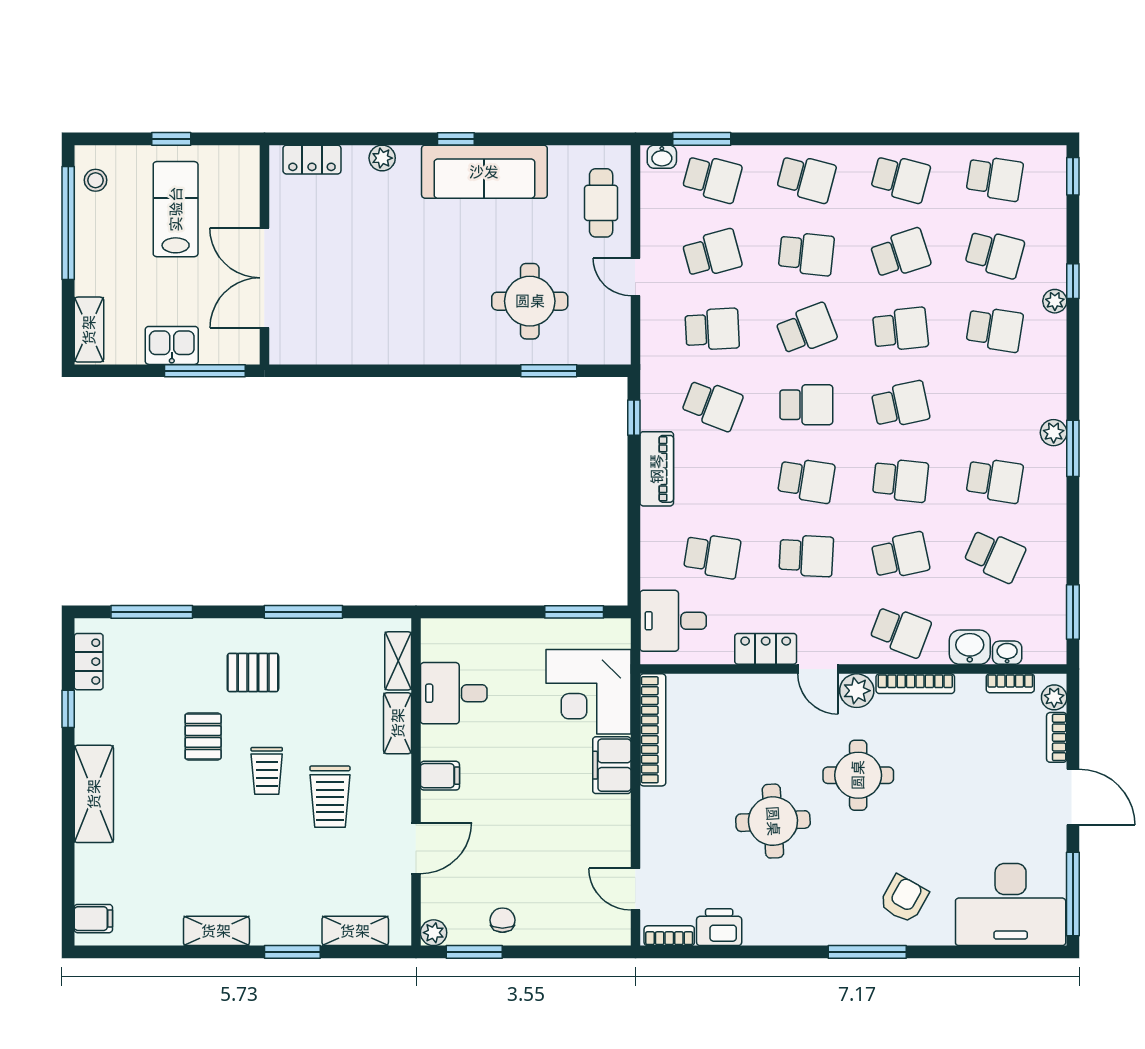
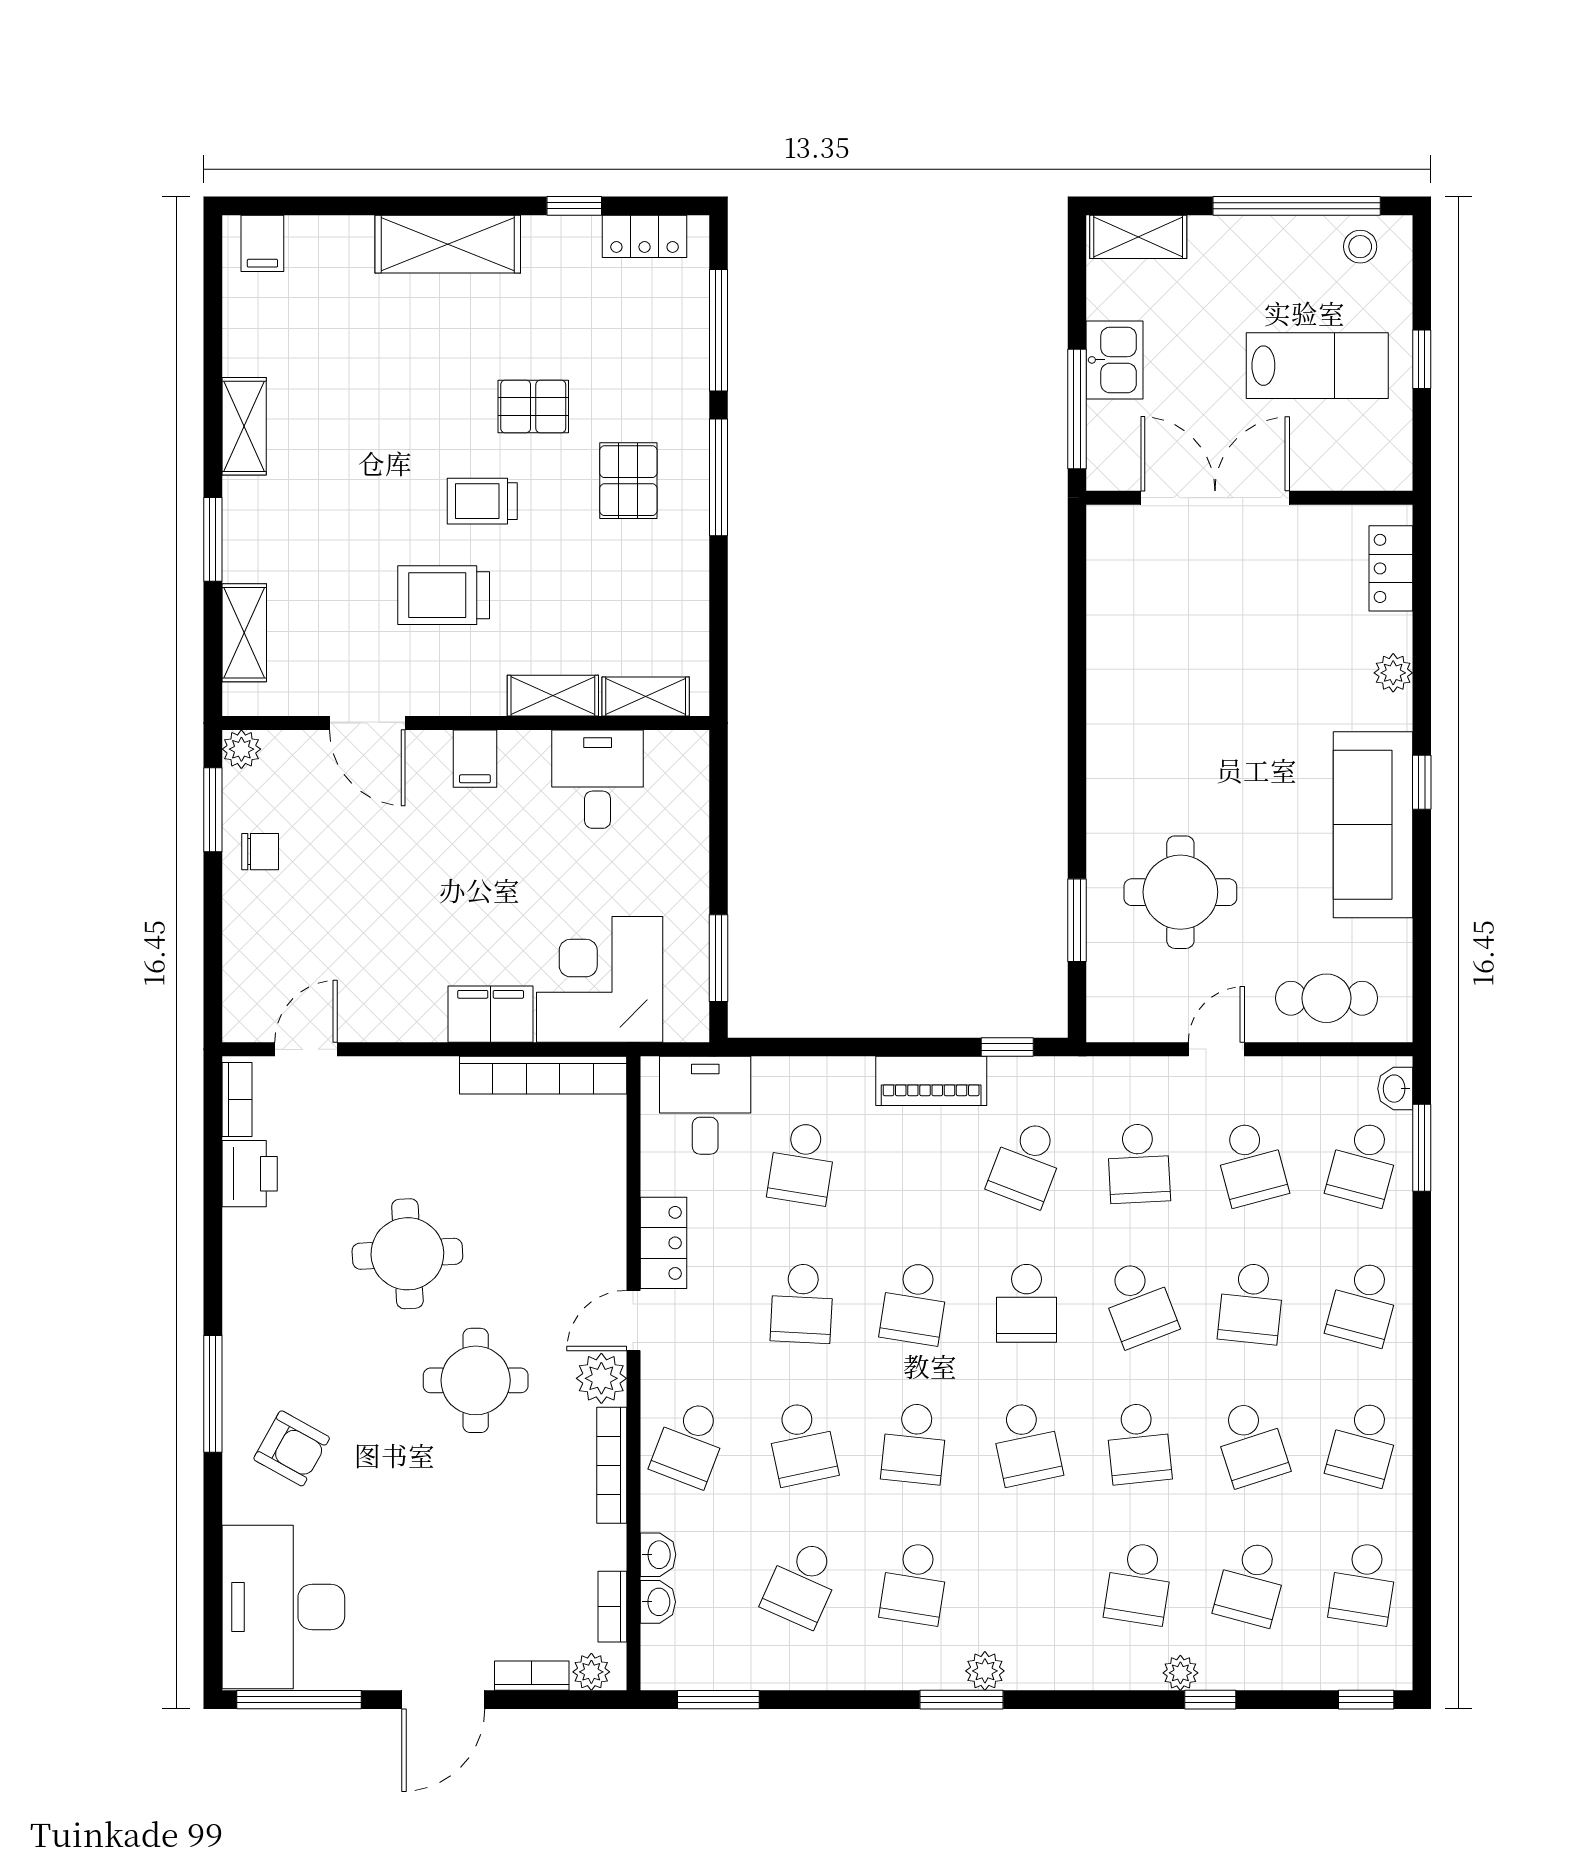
window: (303, 612) -> (718, 477), moved
washbasin: (970, 647) -> (658, 1555), width x0.72, depth x0.69

